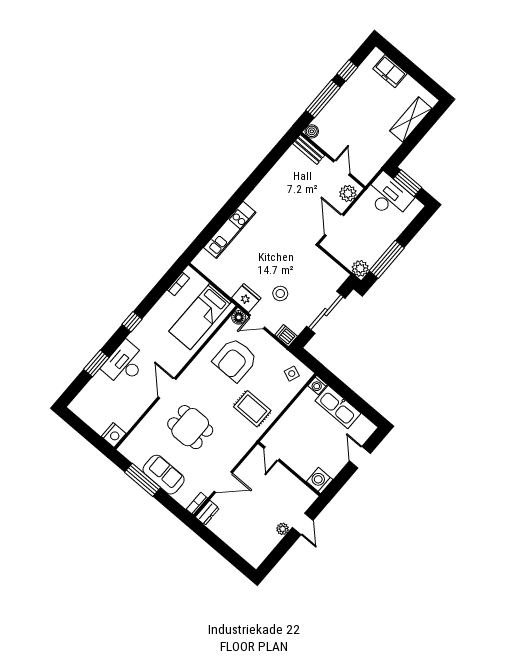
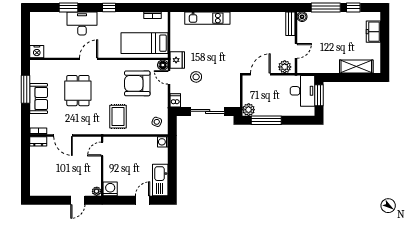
kitchen sink: (338, 407) -> (160, 180), moved
plant: (283, 529) -> (97, 191), moved

